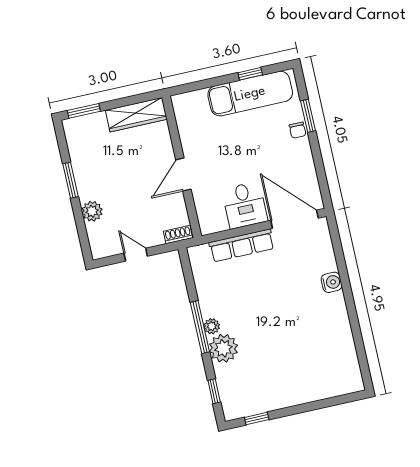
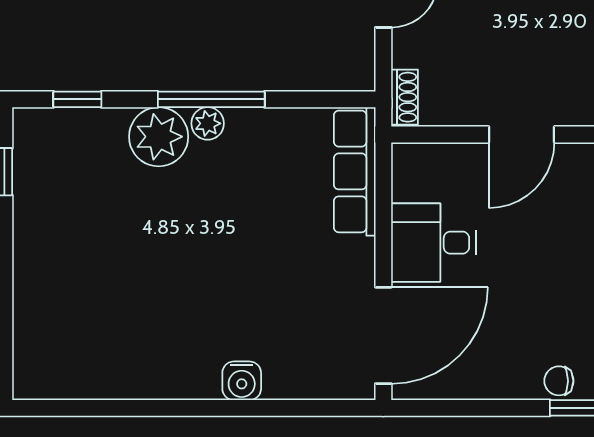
door: (183, 174) -> (522, 134), swing flipped
row of seats: (242, 245) -> (355, 171), moved

